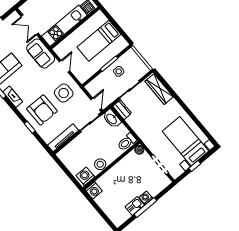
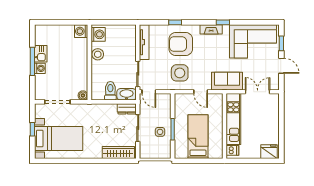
toilet: (127, 142) -> (110, 91), moved

